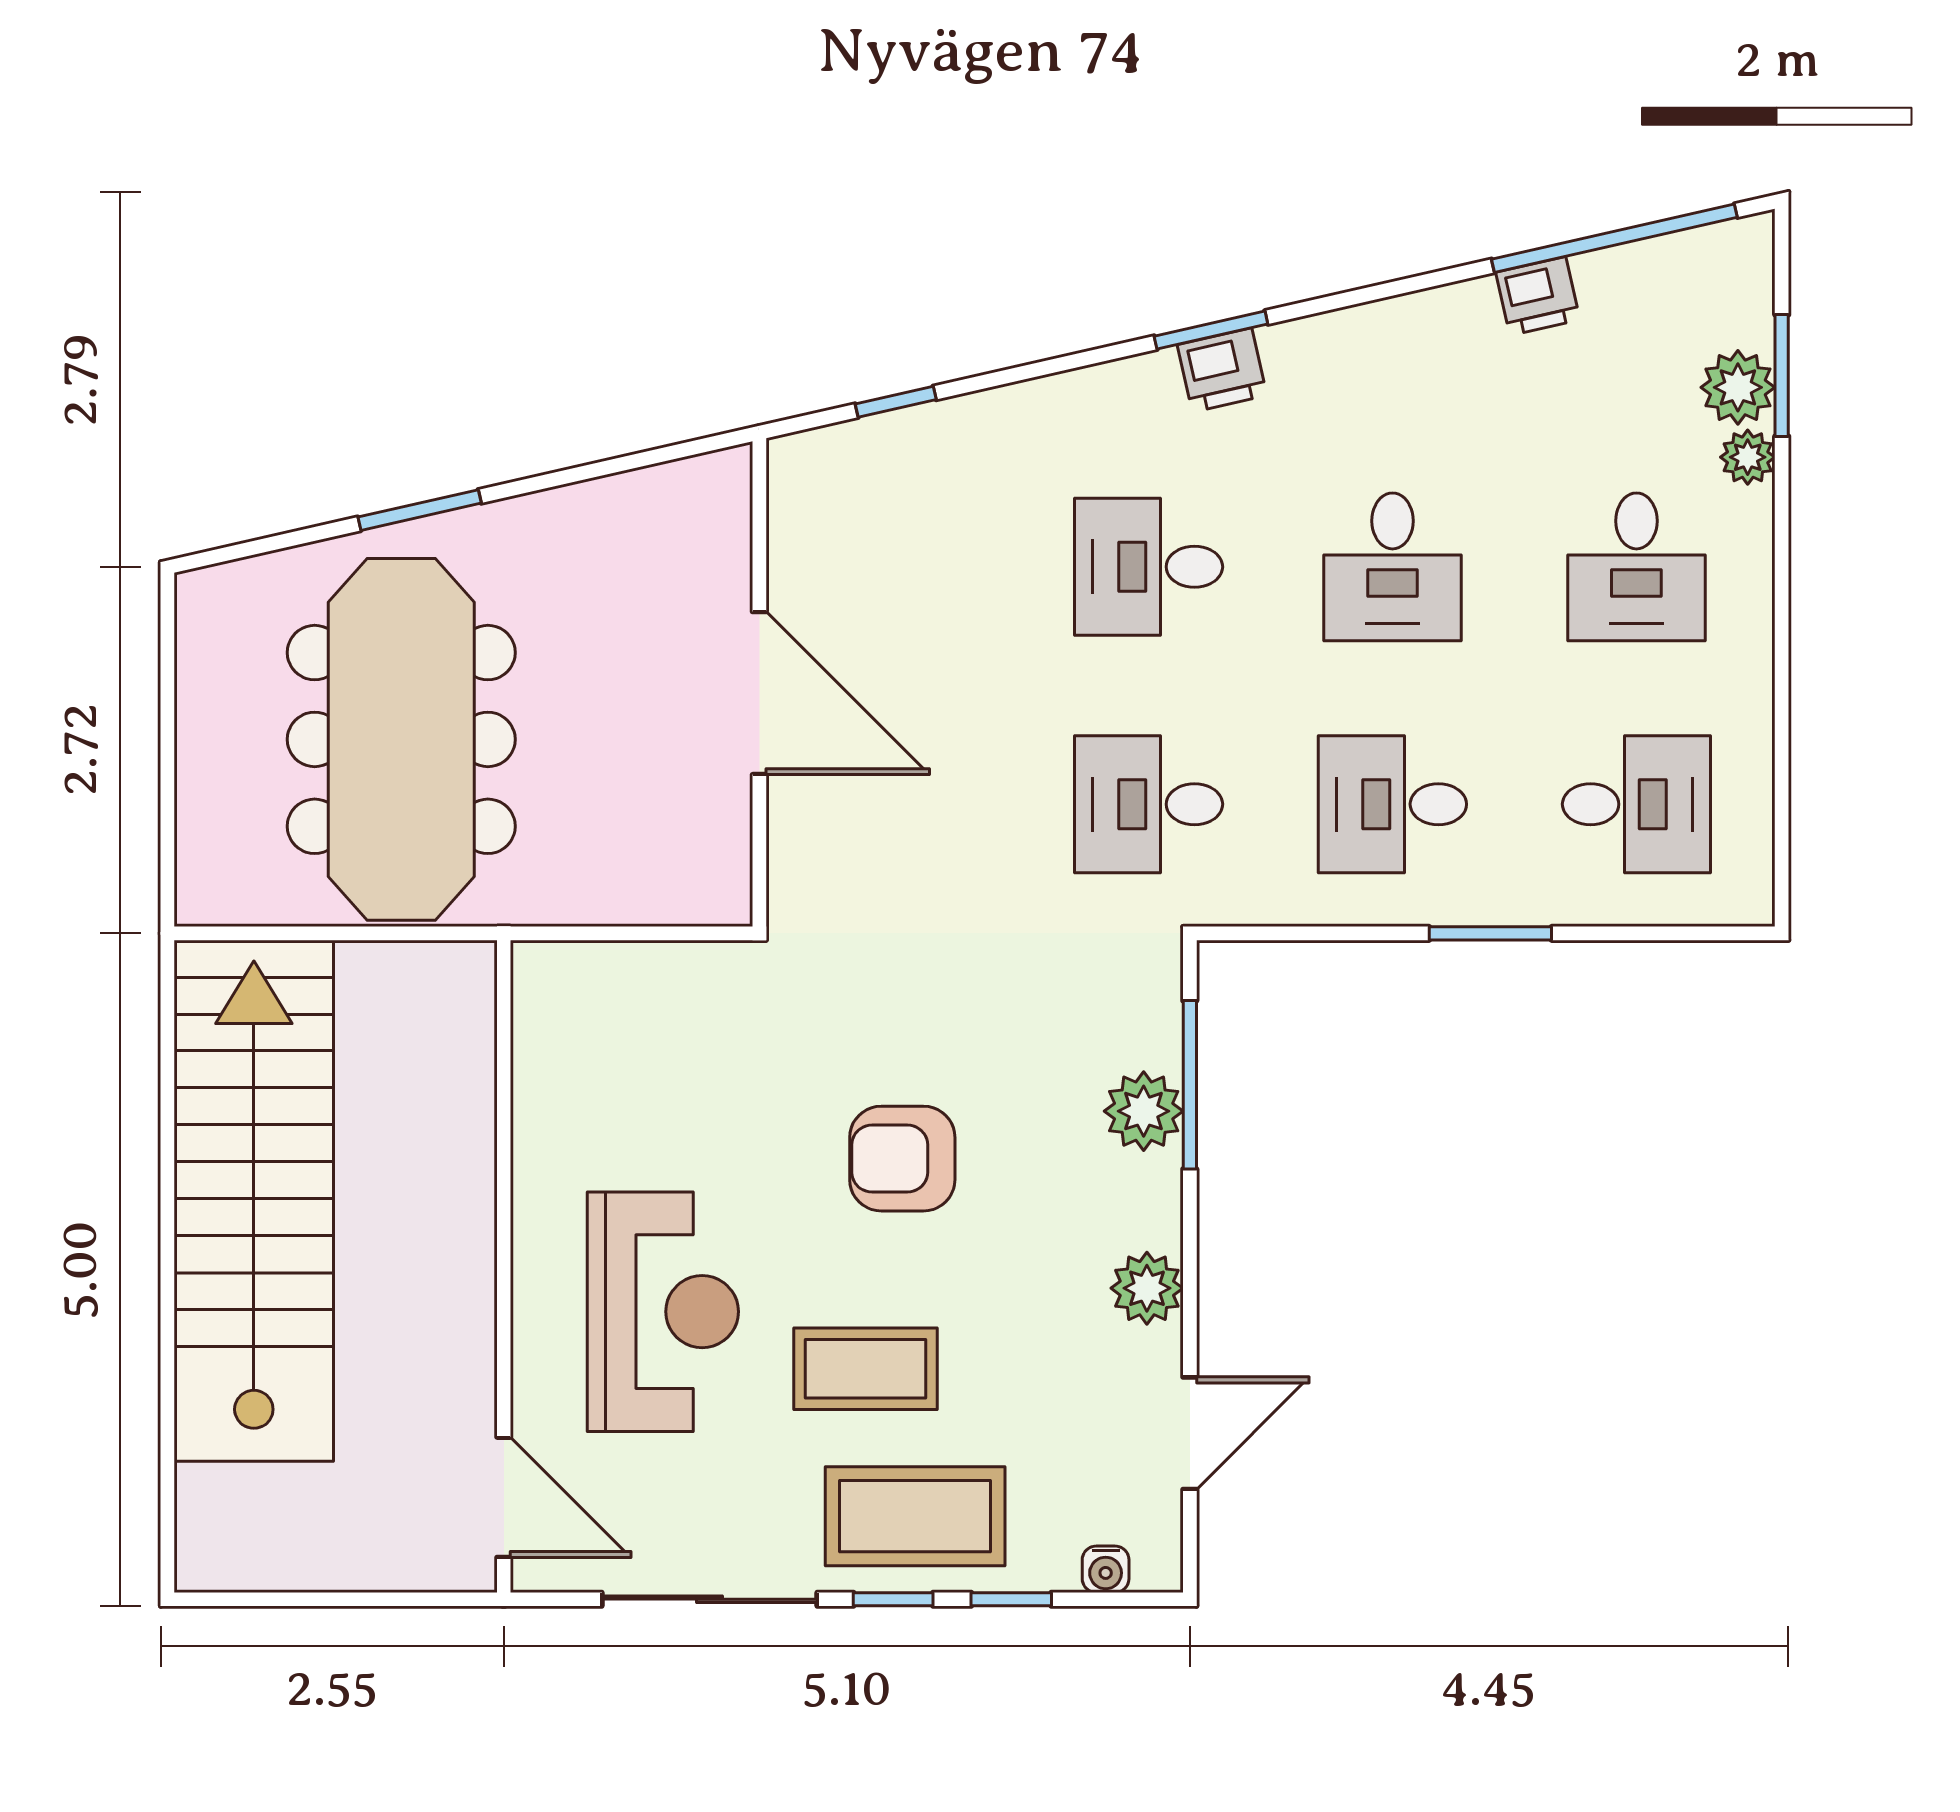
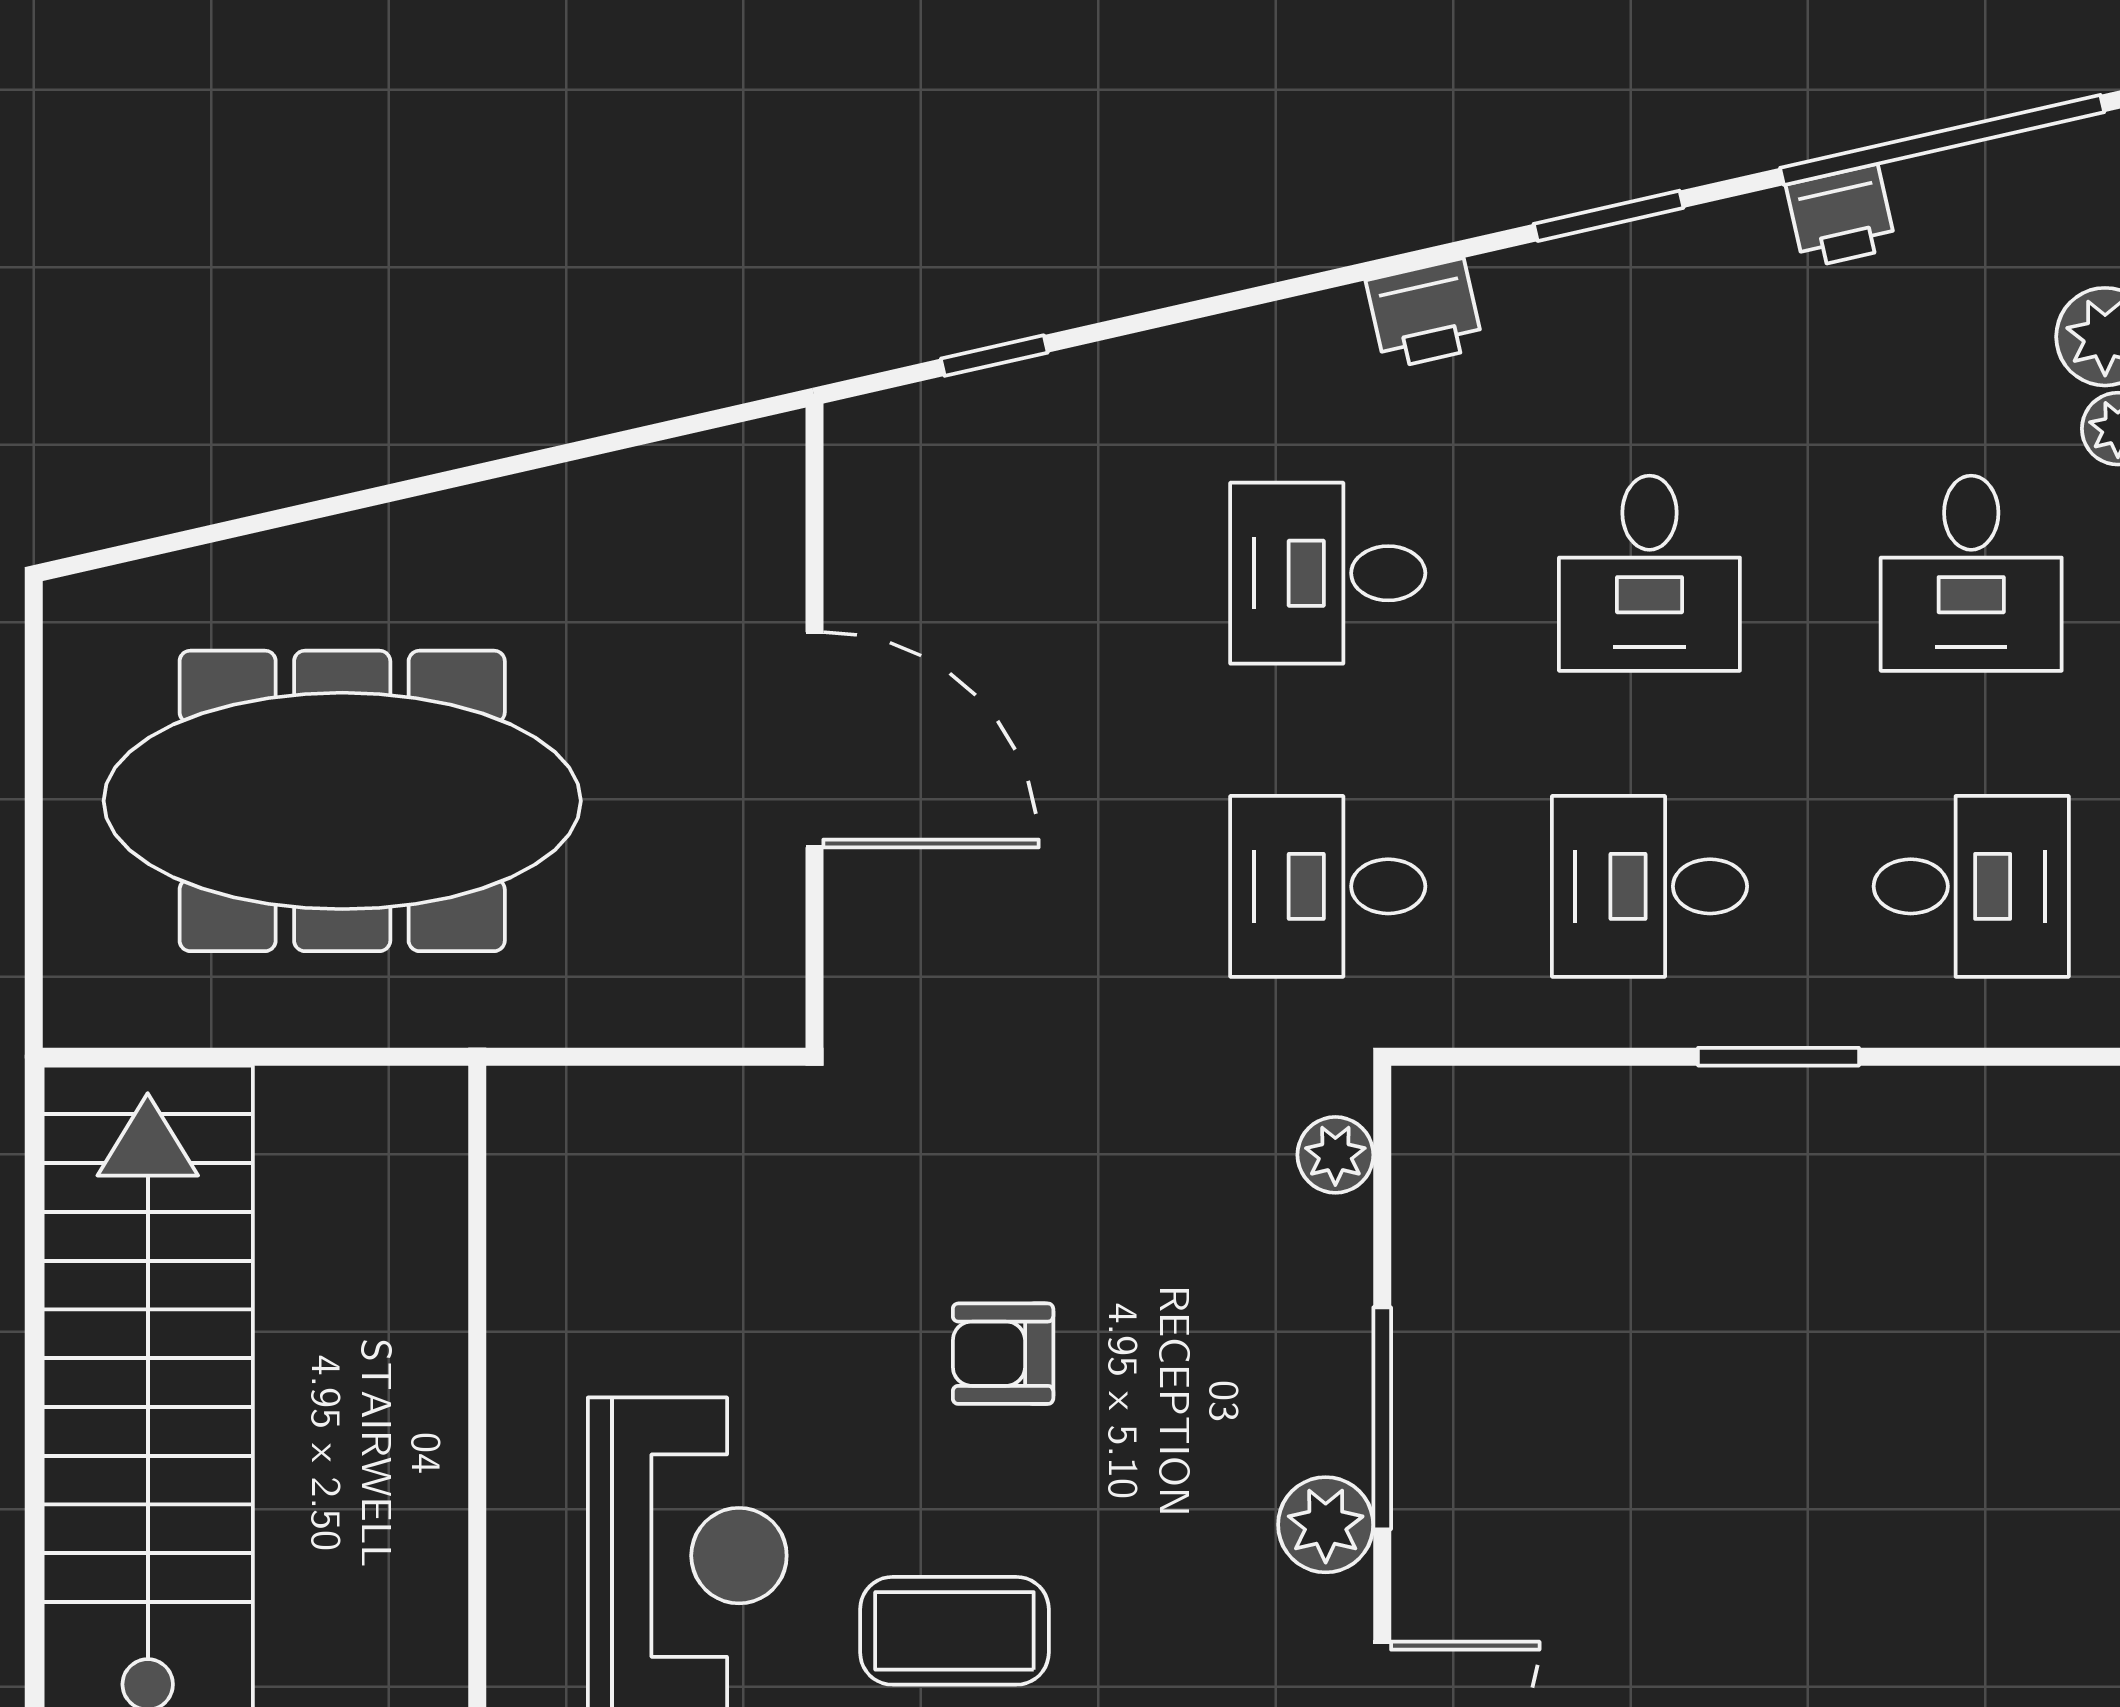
window: (1211, 330) -> (1609, 216), moved
window: (420, 510) -> (366, 498), removed
meeting table: (401, 739) -> (342, 801), turned 90
window: (1190, 1085) -> (1382, 1418), moved
plant: (1144, 1111) -> (1335, 1155), moved, width x0.73, depth x0.73
armchair: (902, 1159) -> (1003, 1354), width x0.72, depth x0.72

